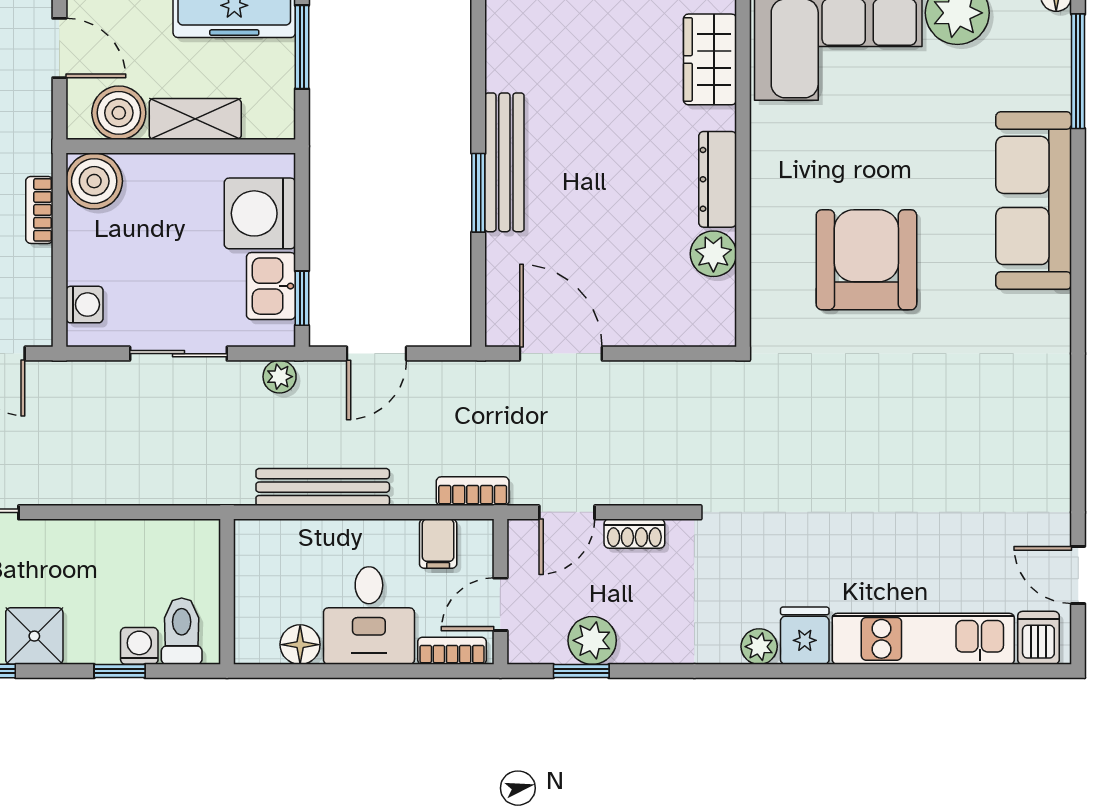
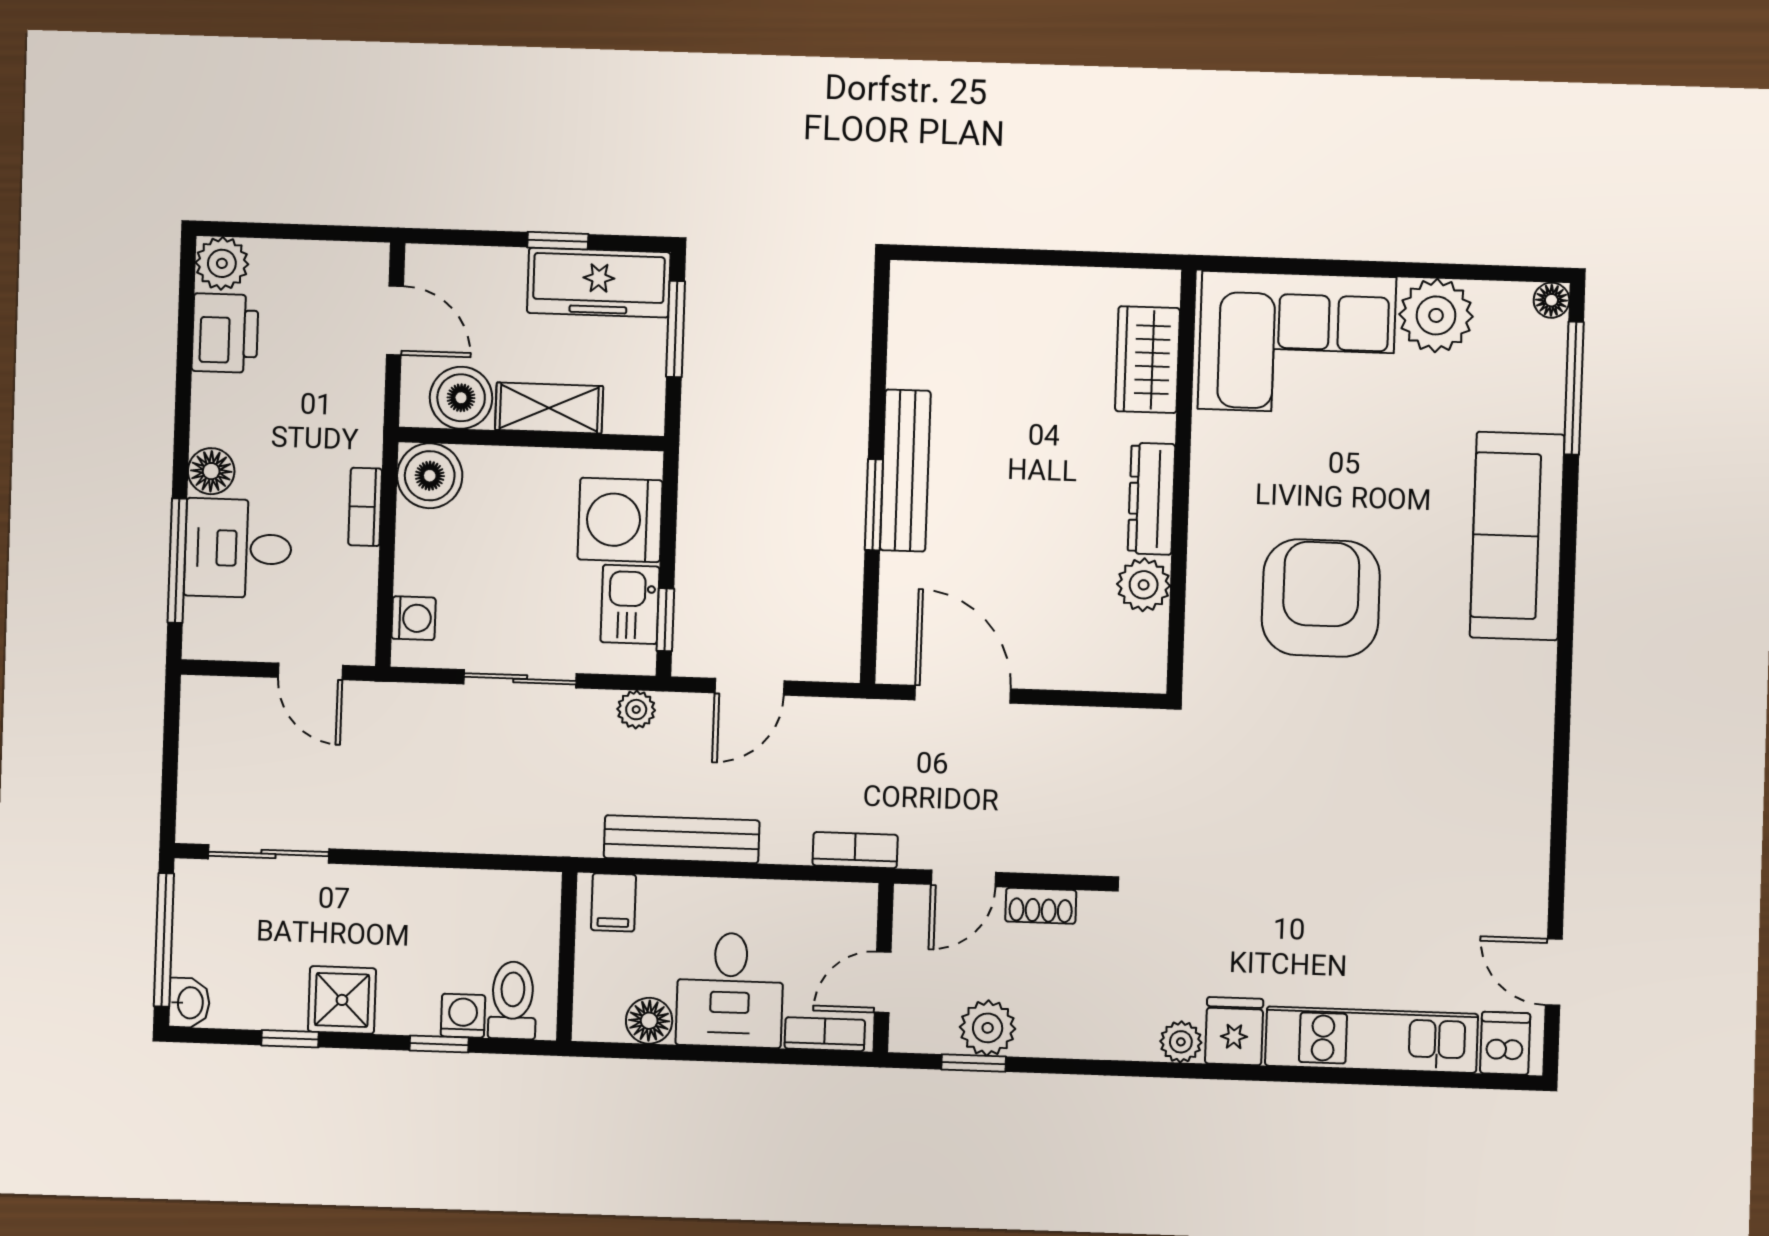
filing cabinet: (438, 544) -> (614, 902), moved

